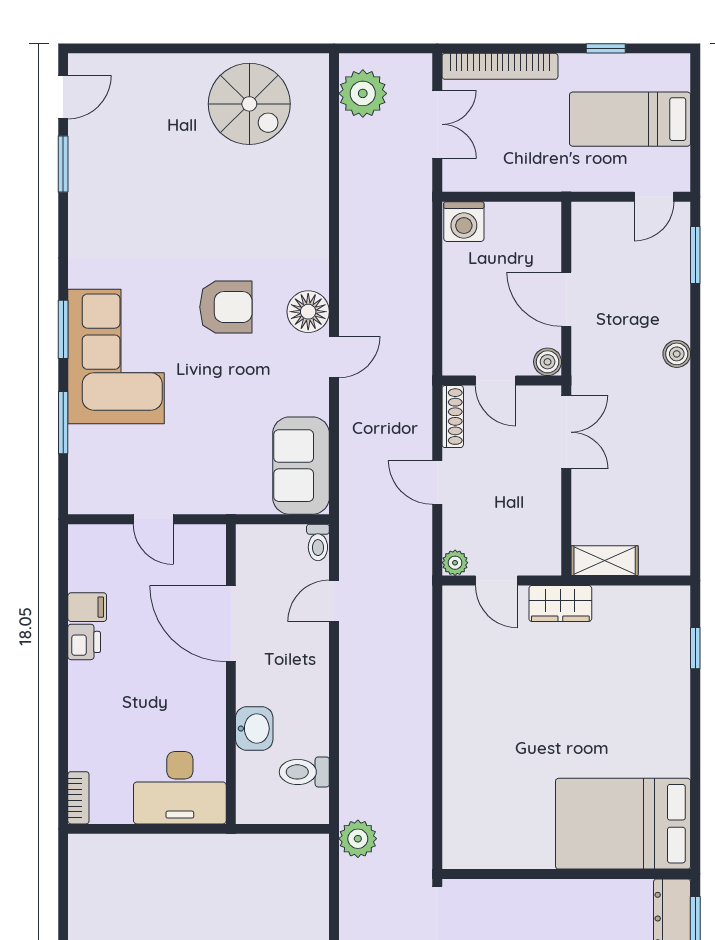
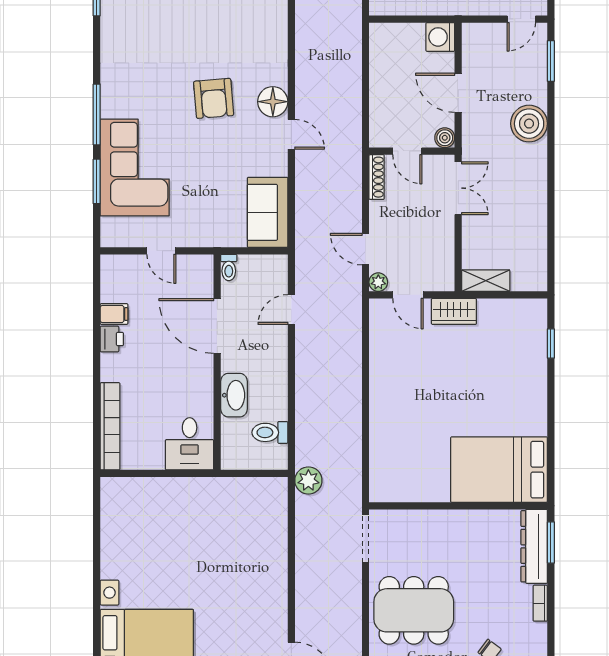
washing machine: (464, 222) -> (440, 37), moved, turned 90
armchair: (226, 307) -> (214, 98), turned 85
window: (63, 329) -> (97, 114), width x1.44
boiler: (677, 354) -> (529, 124), width x1.86, depth x1.86
corner sofa: (116, 356) -> (135, 167), moved
door: (334, 357) -> (291, 134), hinge flipped
door: (437, 483) -> (366, 249), moved
toilet: (318, 542) -> (229, 268), moved
washbasin: (254, 729) -> (234, 395), width x1.38
desk: (180, 788) -> (190, 444), width x0.73
bookcase: (78, 798) -> (110, 426), width x2.31, depth x1.31

